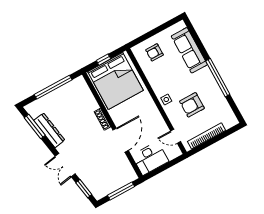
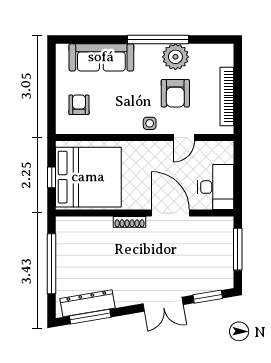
armchair: (154, 52) -> (79, 105), turned 180
plant: (213, 93) -> (175, 57), added
dresser: (49, 130) -> (88, 303), moved
door: (176, 136) -> (184, 138), moved

